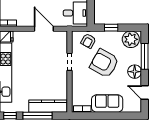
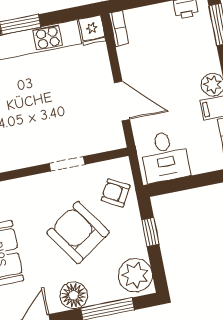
door: (44, 29) -> (122, 101), hinge flipped
armchair: (104, 63) -> (78, 233), turned -63

